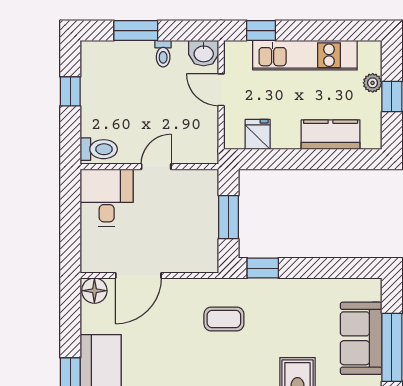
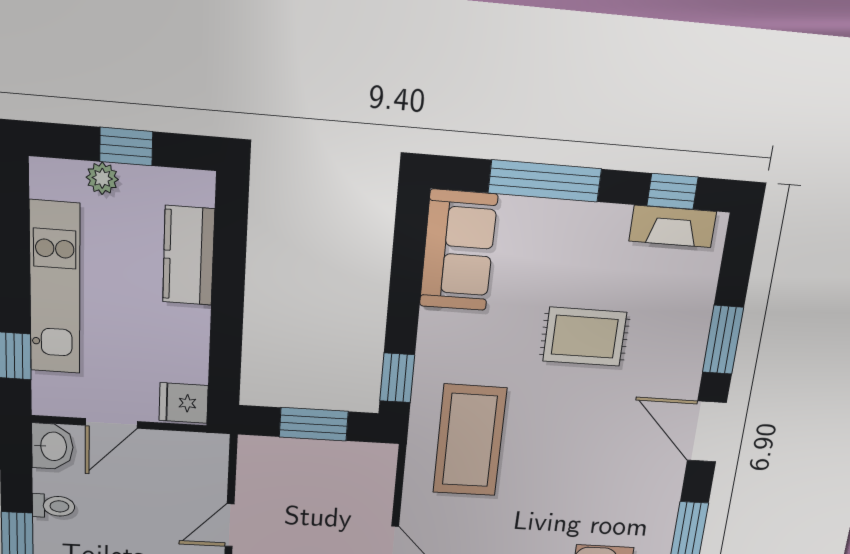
fridge: (258, 134) -> (184, 403), moved
door: (156, 167) -> (230, 525), hinge flipped
coffee table: (224, 319) -> (470, 440), width x1.86, depth x1.72
sofa: (361, 338) -> (458, 251), moved, turned -90

